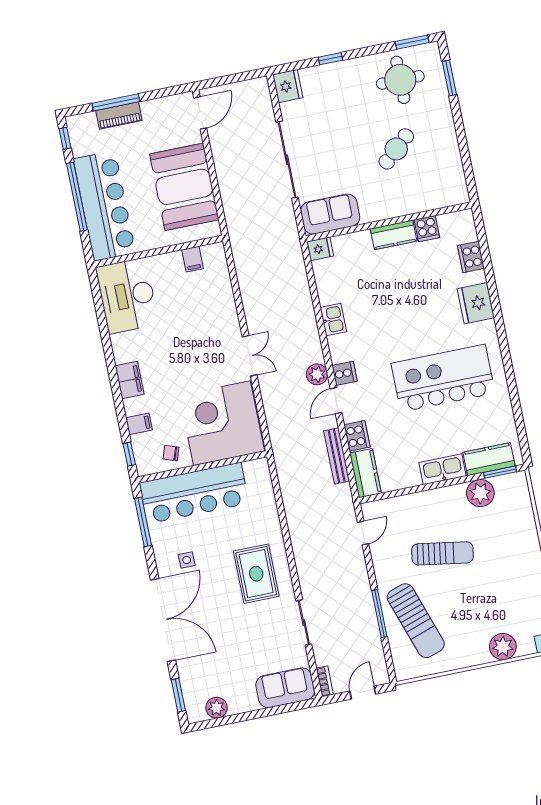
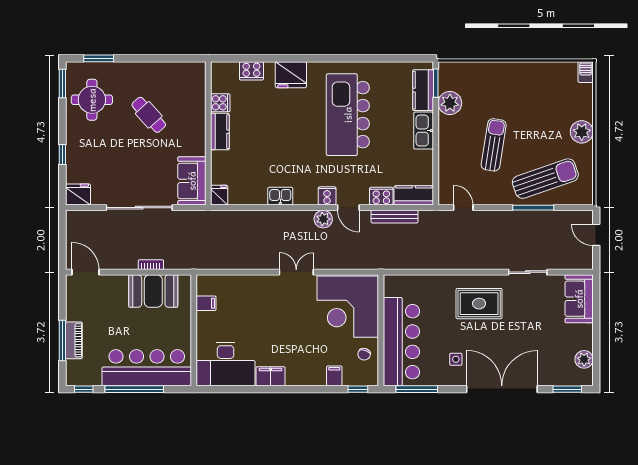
booth: (184, 187) -> (153, 291), width x0.73, depth x0.70
filing cabinet: (130, 380) -> (271, 376), moved
plant: (503, 647) -> (582, 132), moved
bookcase: (325, 681) -> (151, 265), moved

